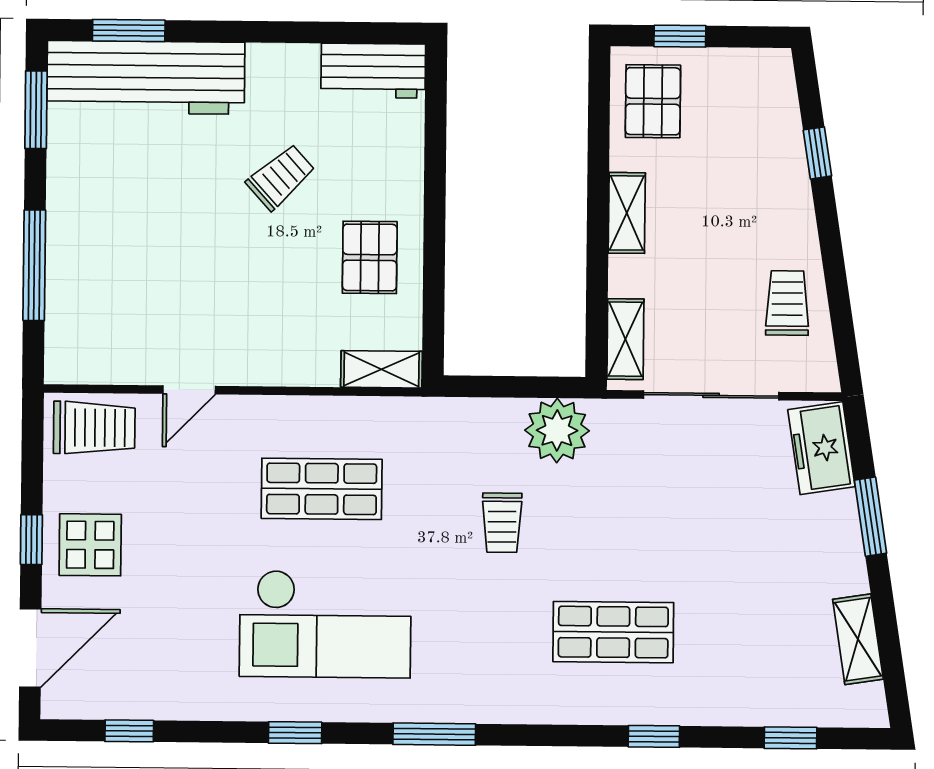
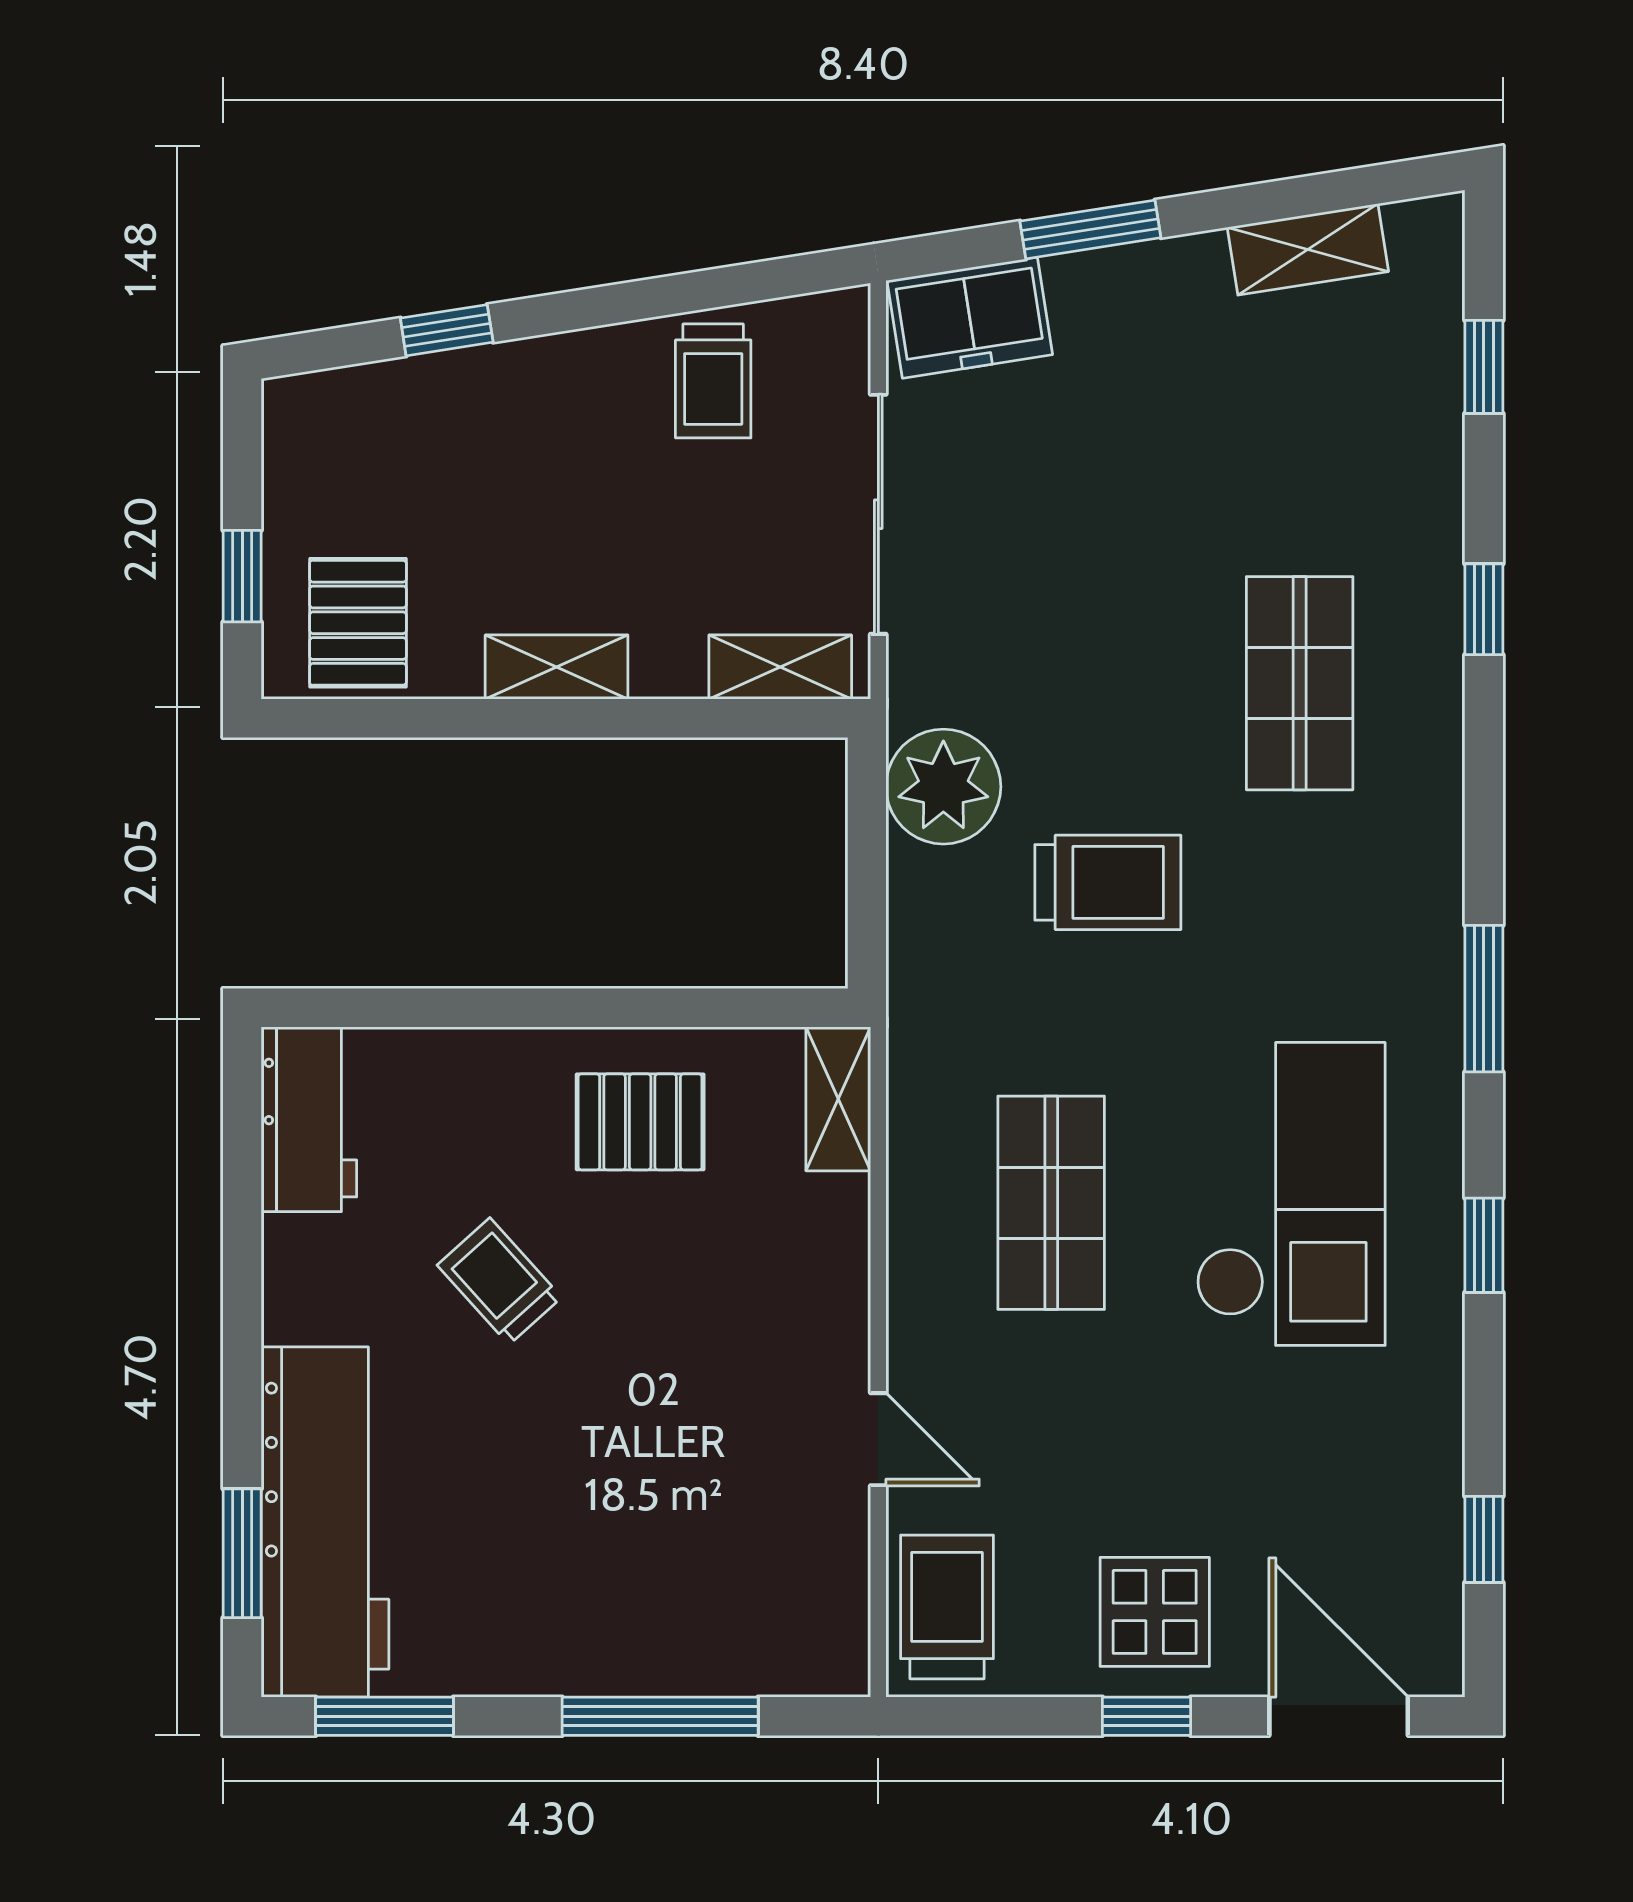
pallet: (653, 101) -> (358, 623), turned 90
trolley: (787, 303) -> (713, 381), turned -90
trolley: (502, 523) -> (1108, 882), width x1.36, depth x1.39

